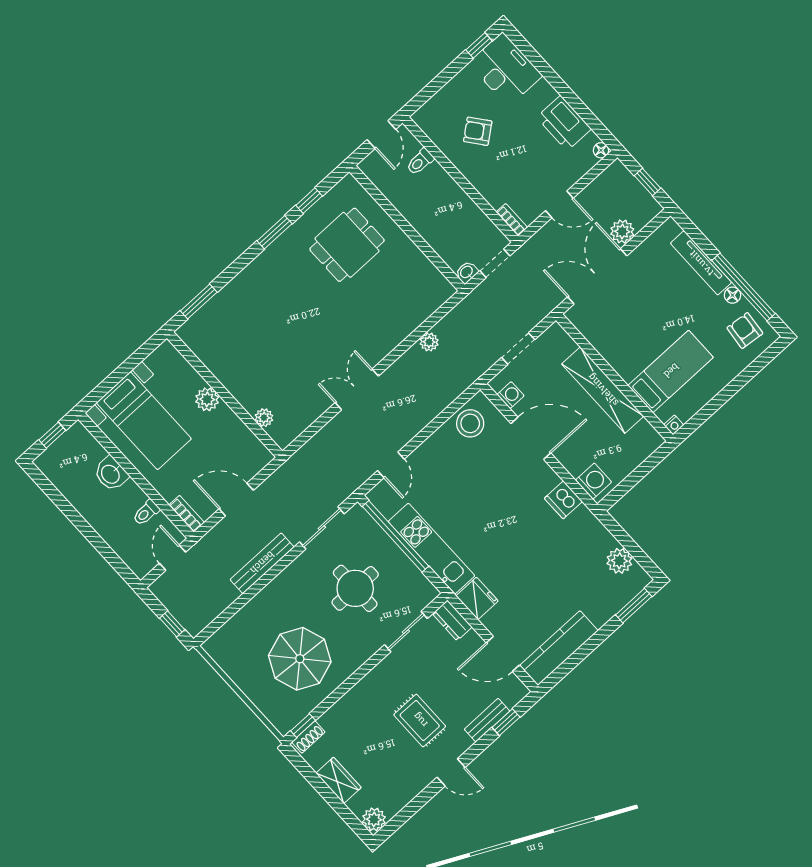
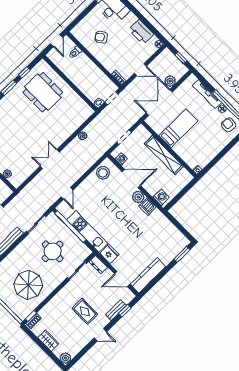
dining table: (347, 245) -> (43, 92), width x1.37
bed: (671, 371) -> (178, 128), moved
plant: (619, 561) -> (138, 197), moved

